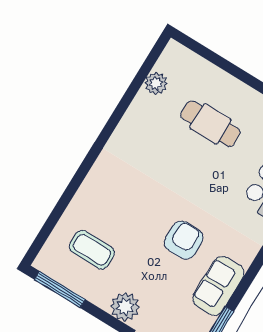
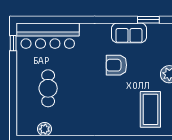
coffee table: (92, 250) -> (150, 109), width x1.36, depth x1.32

